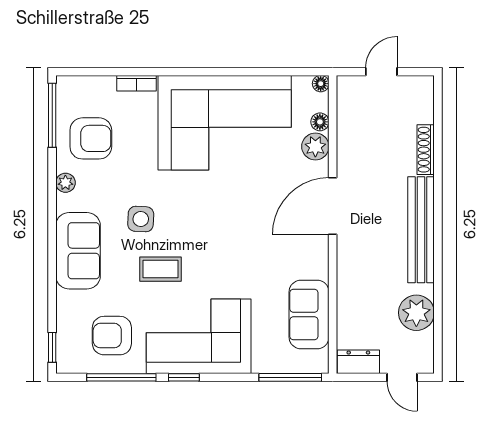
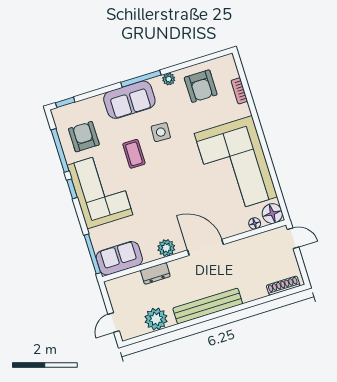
door: (381, 72) -> (293, 238), moved
bookcase: (137, 83) -> (239, 91), moved
floor lamp: (321, 84) -> (272, 214), width x1.89, depth x1.89
window: (52, 115) -> (141, 79), moved
plant: (315, 146) -> (166, 248), moved
shoe rack: (426, 150) -> (283, 286), moved
sofa: (309, 315) -> (119, 258), moved
dresser: (358, 362) -> (155, 273), moved, turned 90

